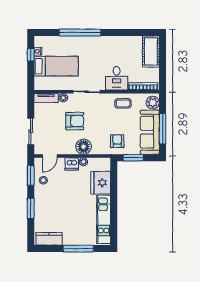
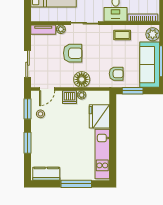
armchair: (117, 141) -> (116, 74), turned 90

